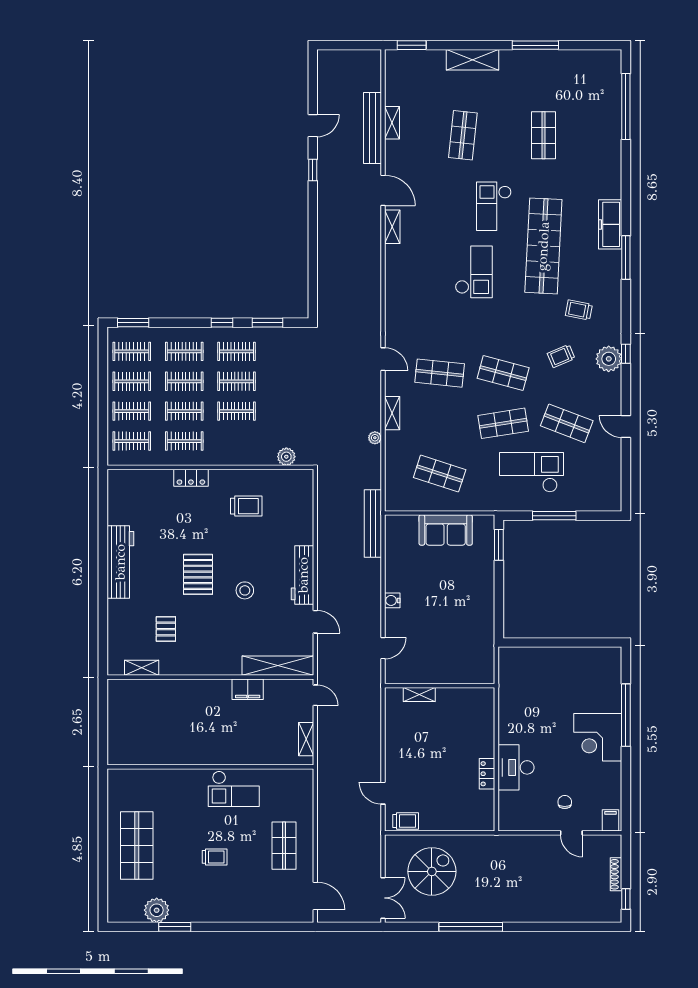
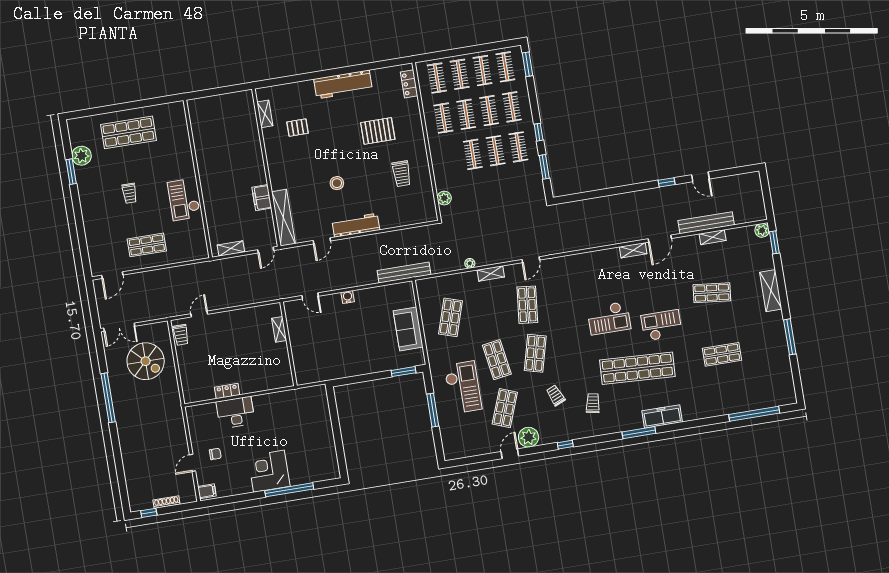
plant: (394, 58) -> (762, 230), added
plant: (609, 359) -> (529, 437), moved
locker: (191, 478) -> (409, 84), moved
pallet: (198, 574) -> (378, 131), moved

